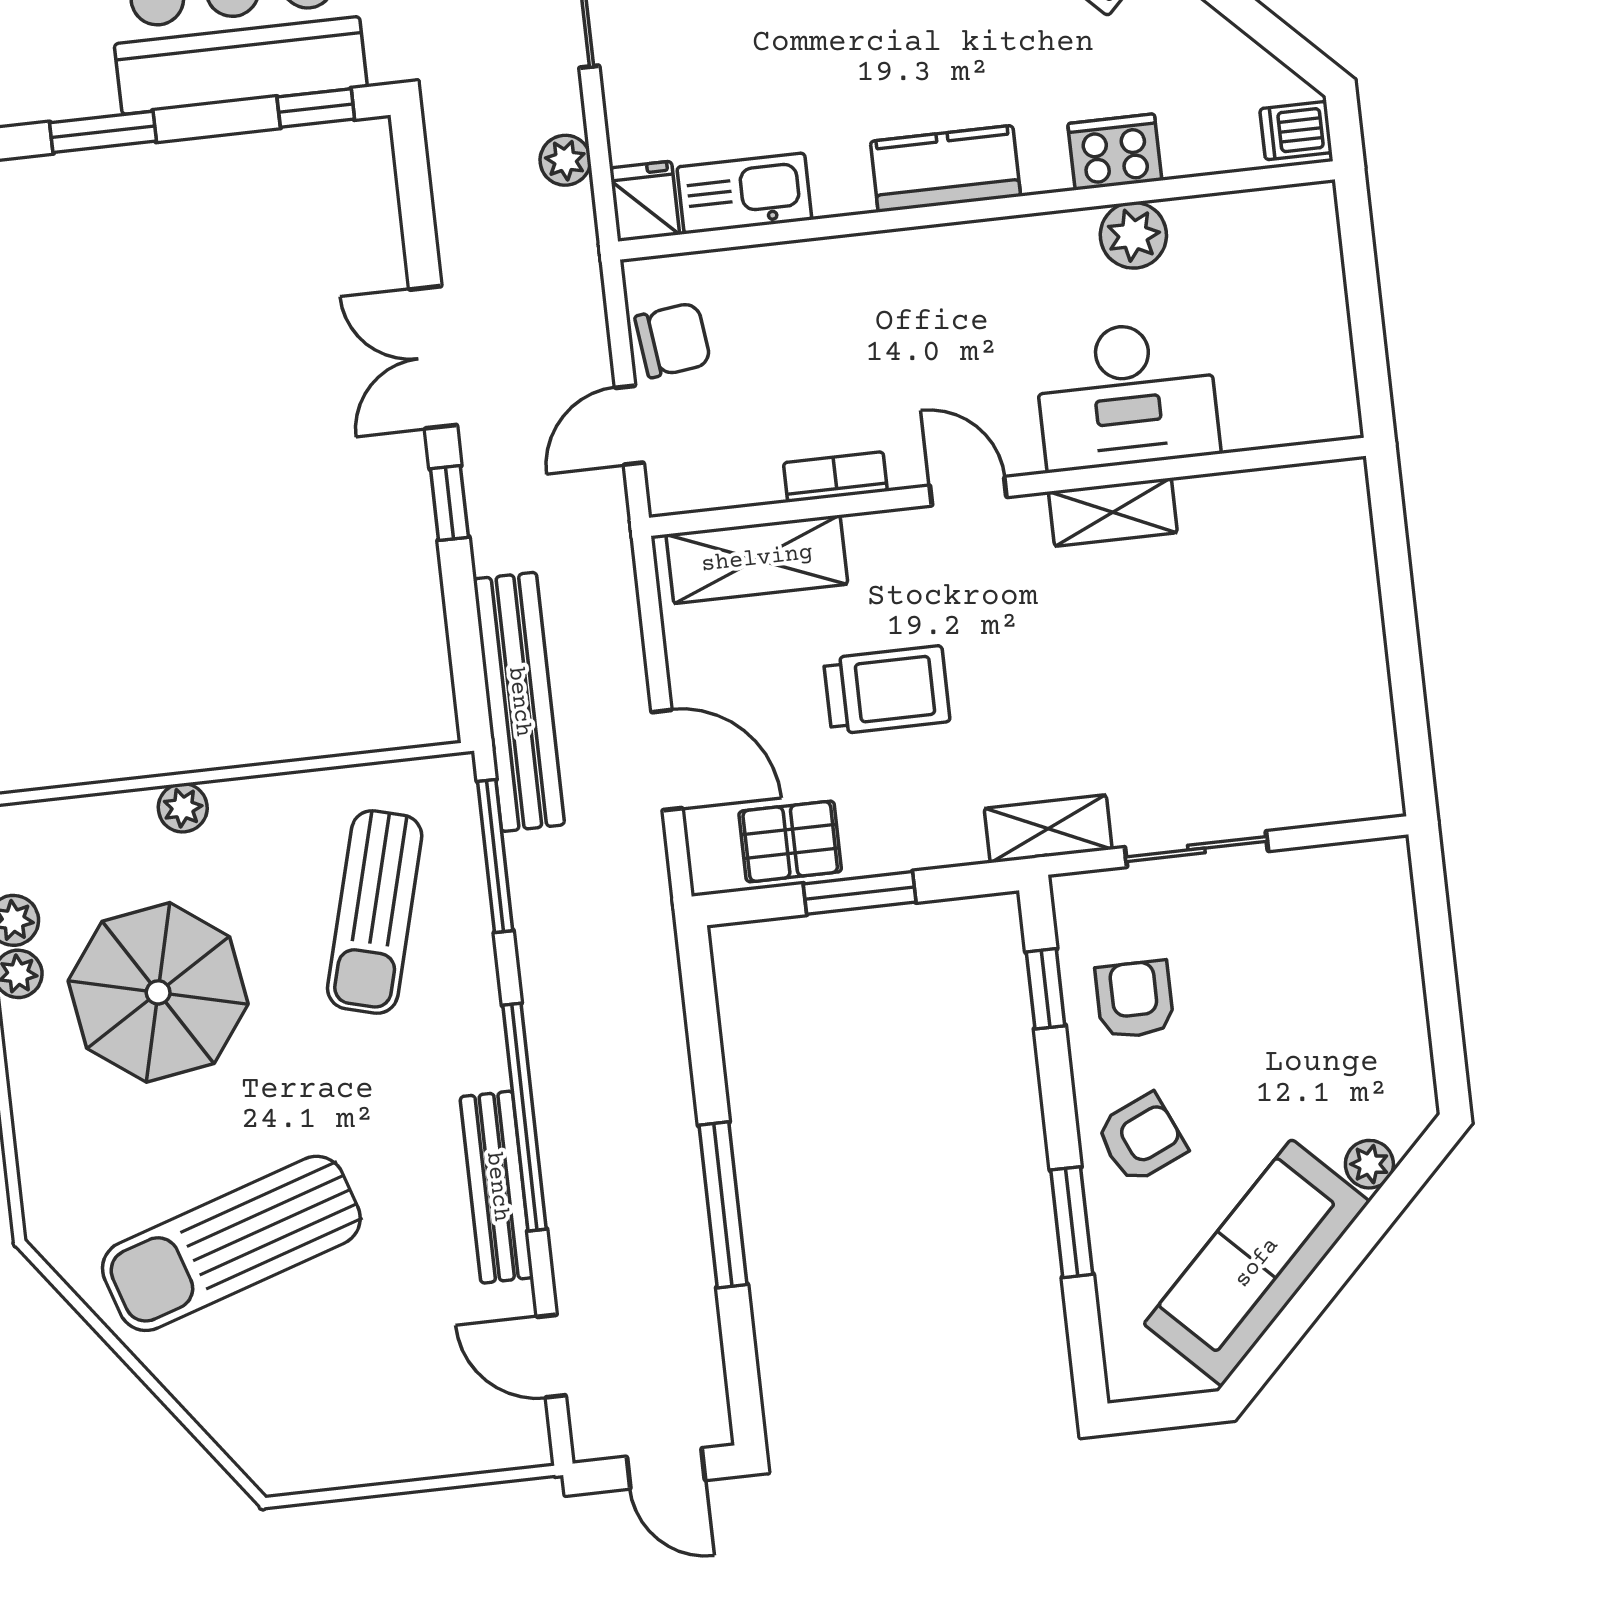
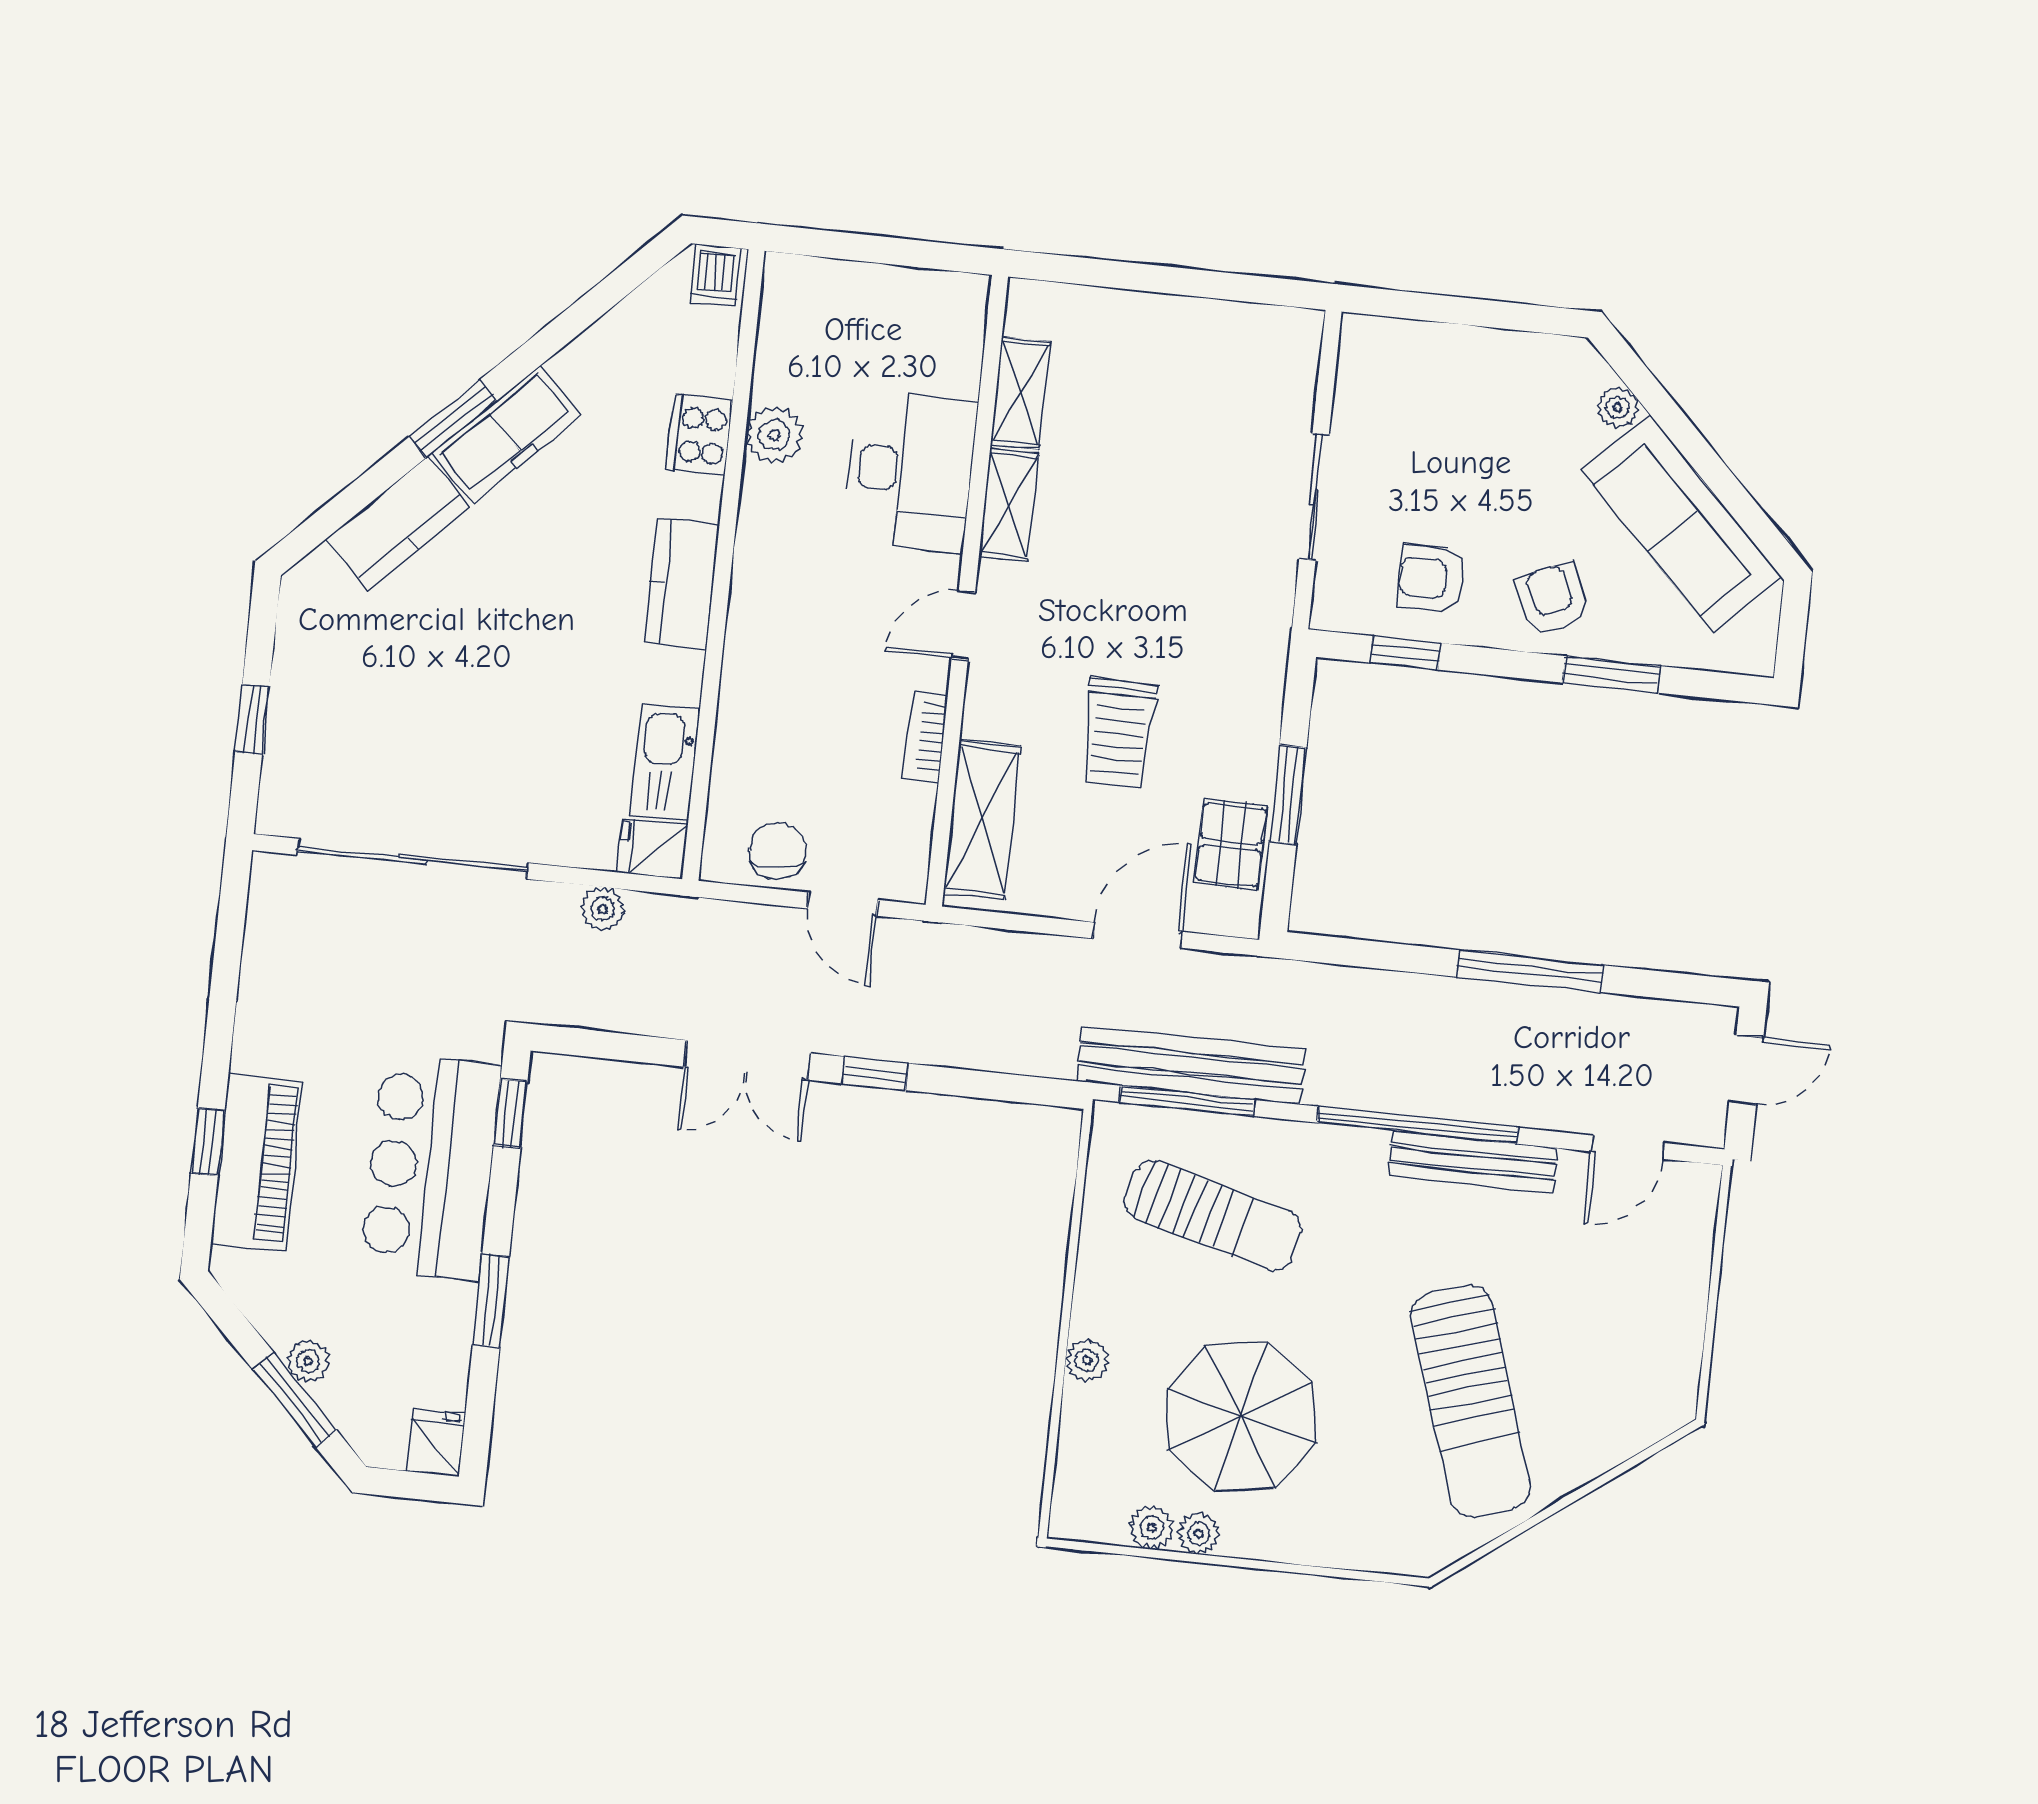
trolley: (887, 690) -> (1119, 733), turned 180
bench: (519, 702) -> (1191, 1065), moved
shelving: (1048, 829) -> (1020, 393), moved

